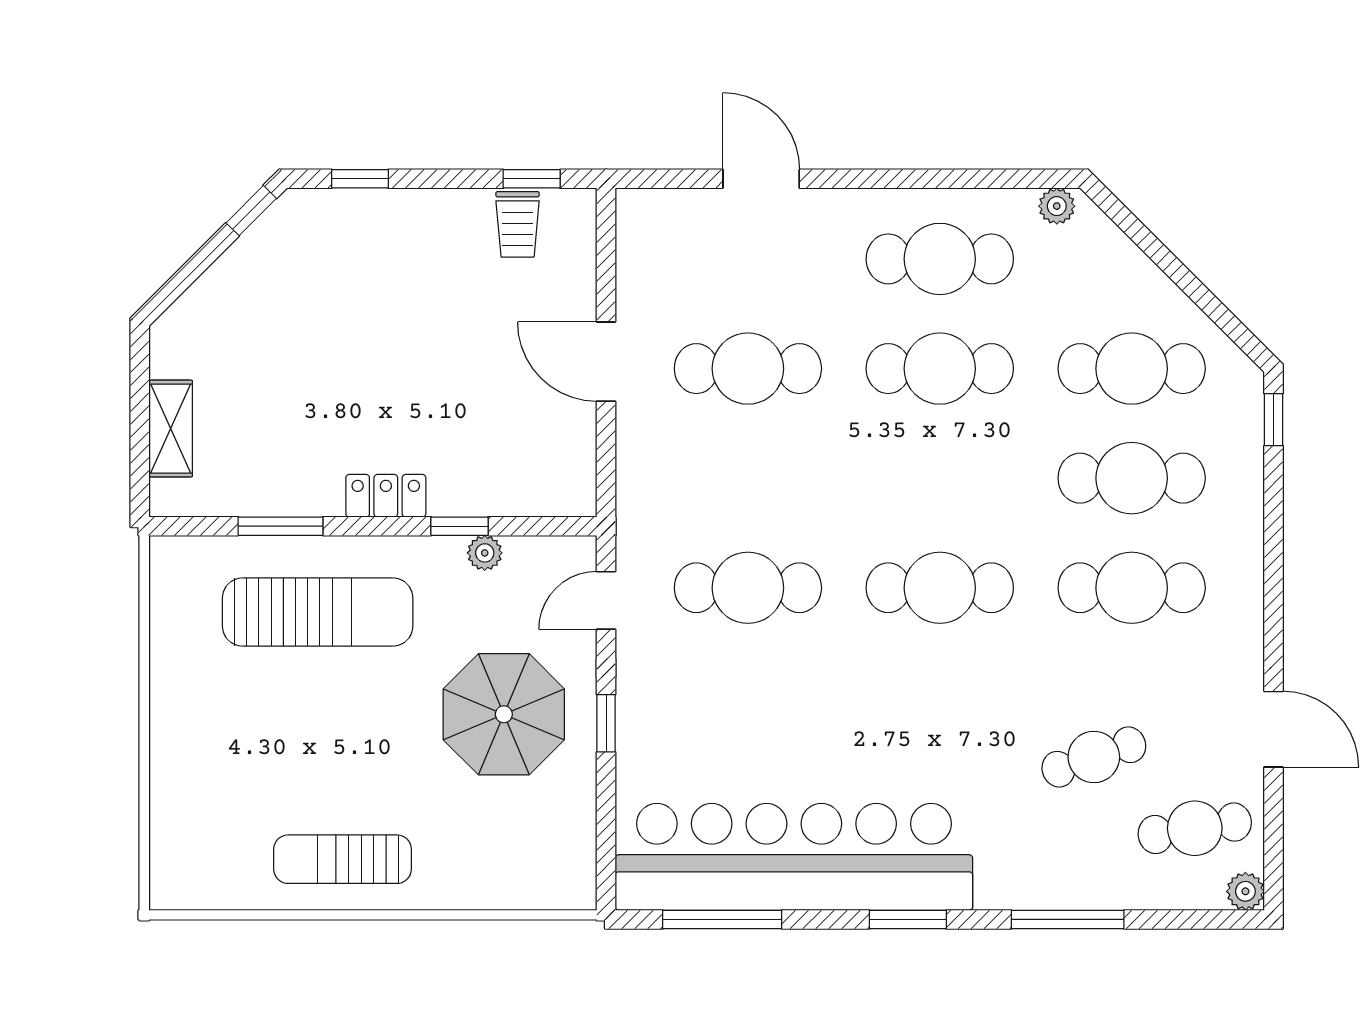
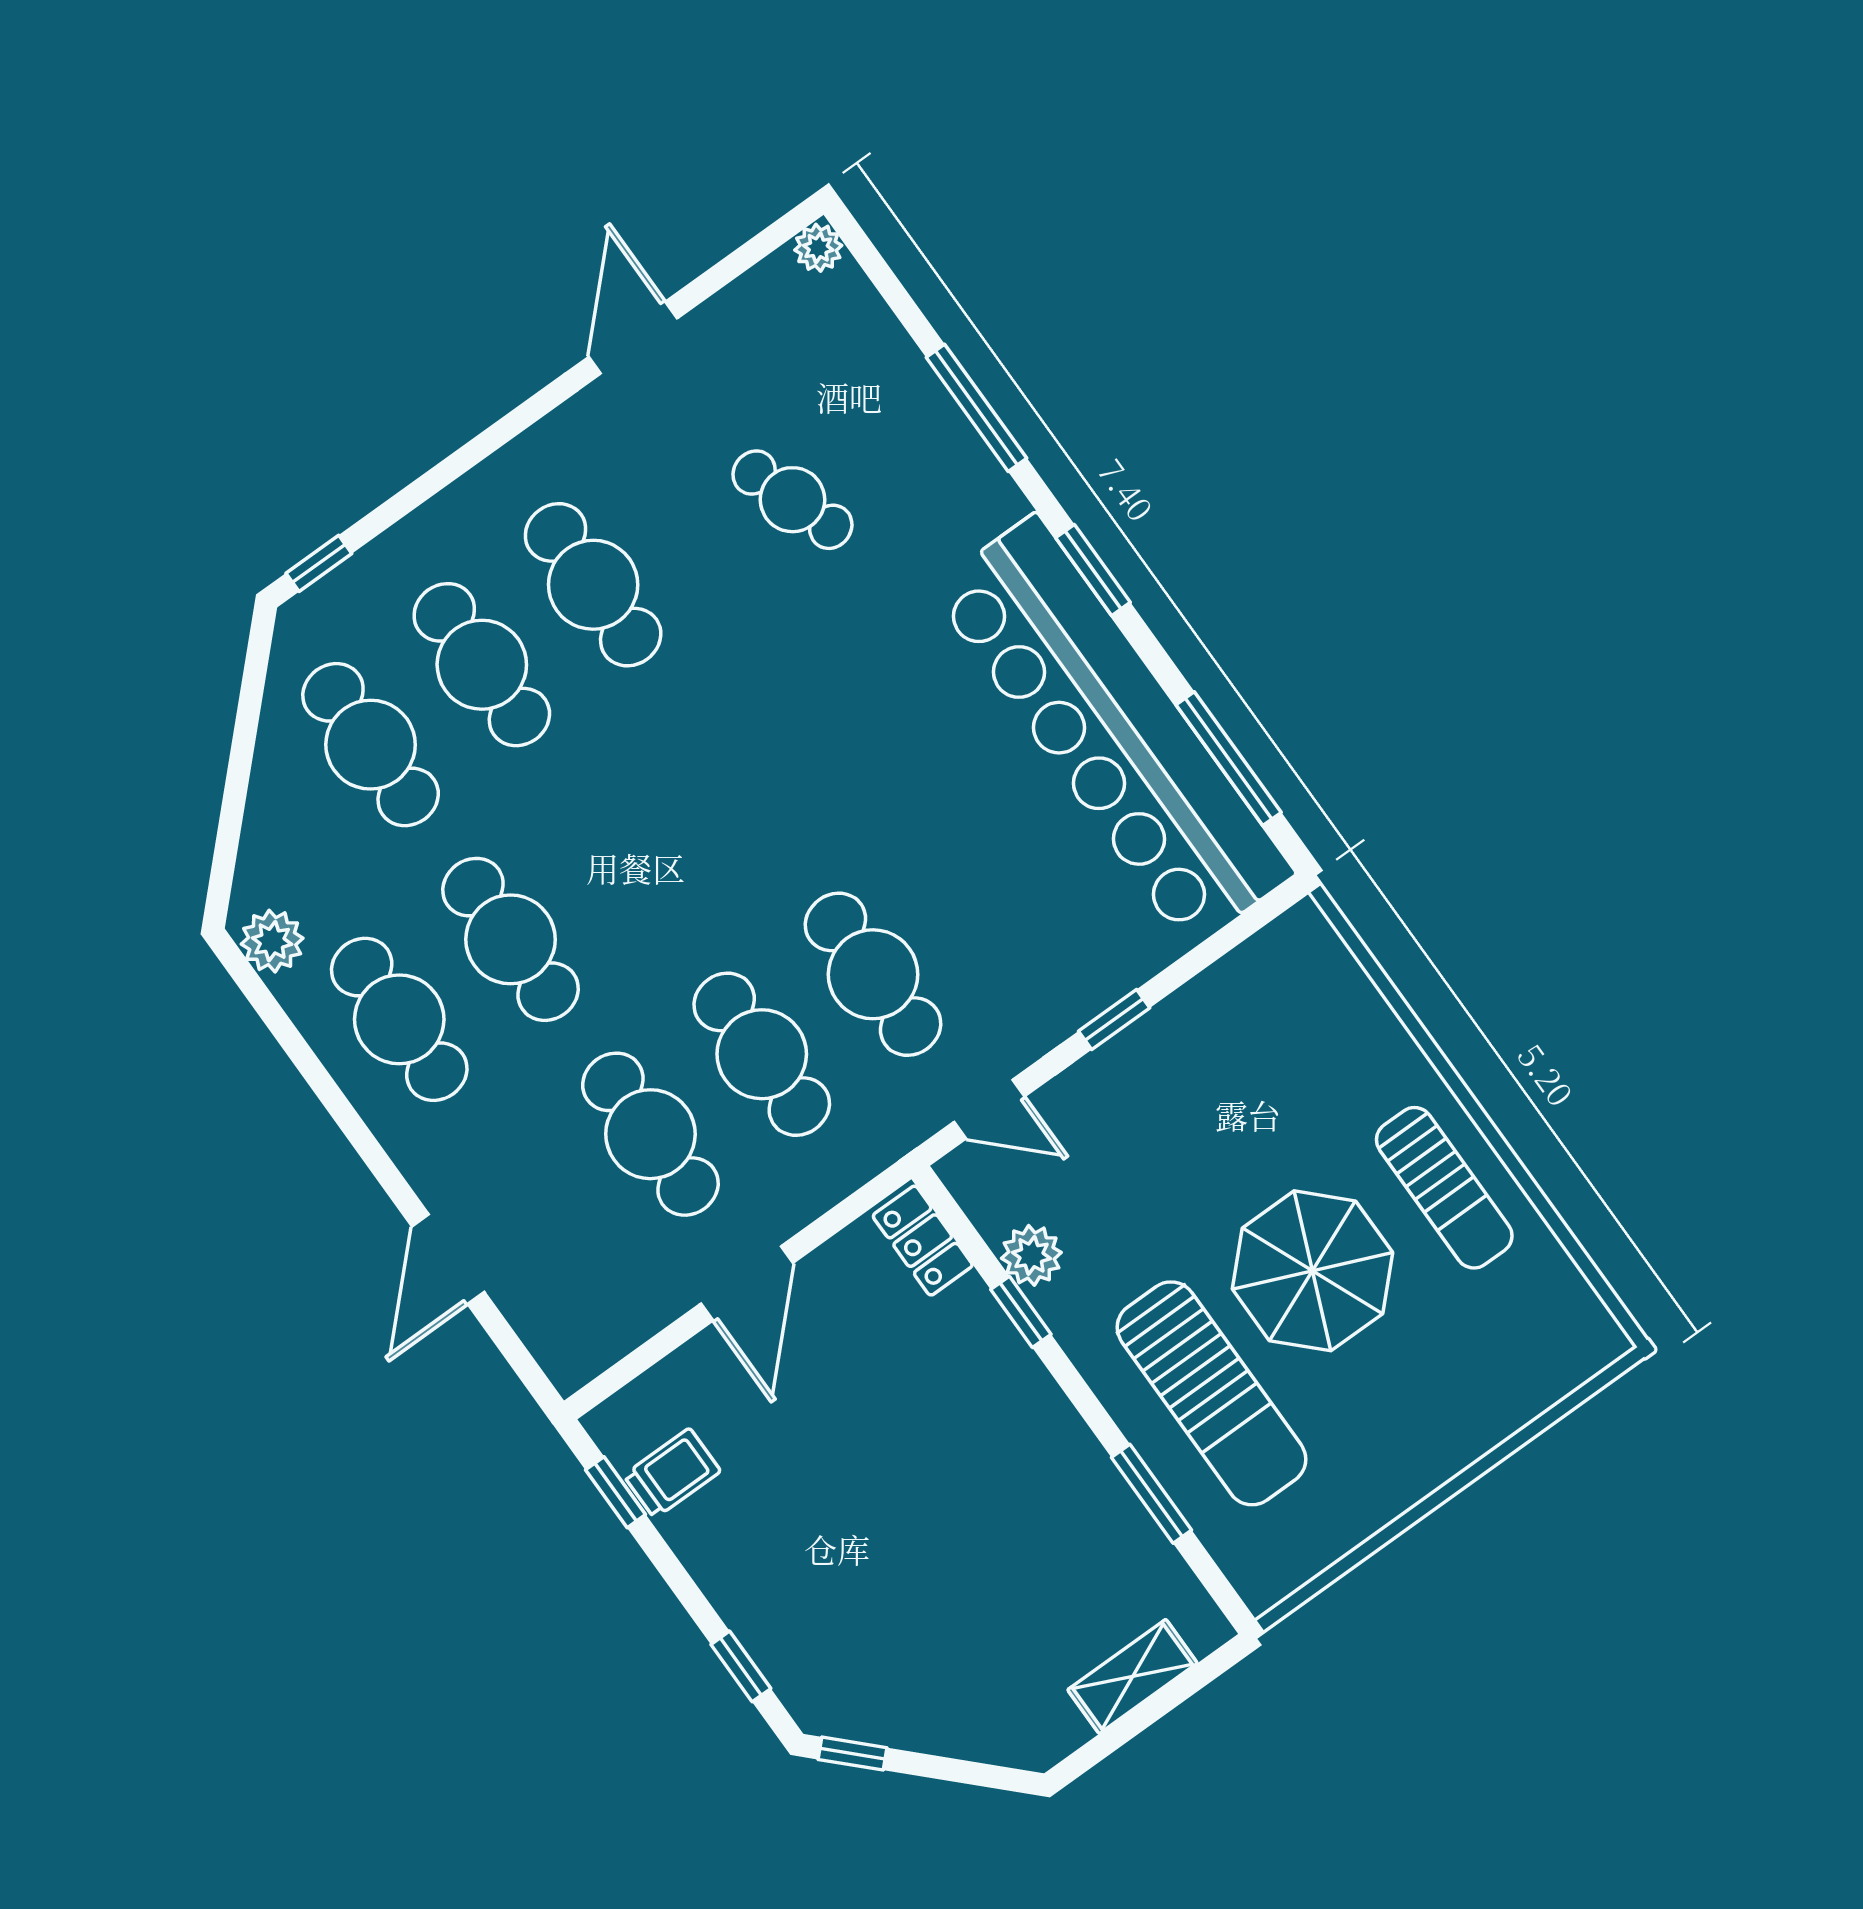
plant: (1057, 206) -> (272, 941), width x1.38, depth x1.38
locker: (386, 496) -> (923, 1241), moved
plant: (485, 553) -> (1031, 1255), width x1.38, depth x1.38
cafe table: (940, 588) -> (762, 1054), moved
sun lounger: (318, 612) -> (1211, 1393), turned 180
parasol: (504, 714) -> (1312, 1271), moved
cafe table: (1195, 828) -> (791, 345), removed

